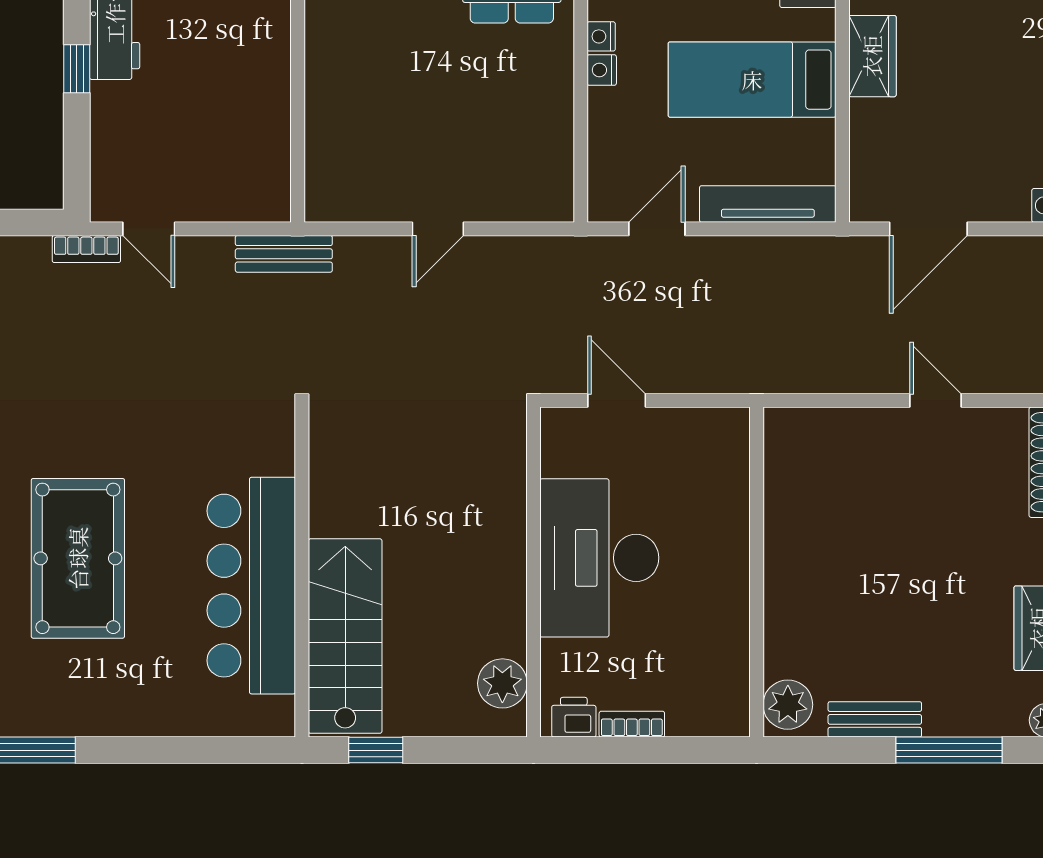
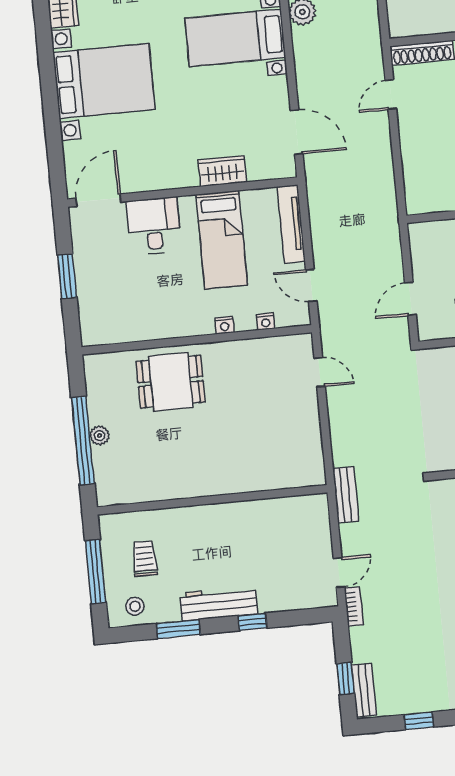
nightstand: (601, 36) -> (266, 322), moved
wardrobe: (872, 56) -> (222, 171), moved
door: (438, 229) -> (320, 372), moved
door: (936, 400) -> (391, 95), moved

